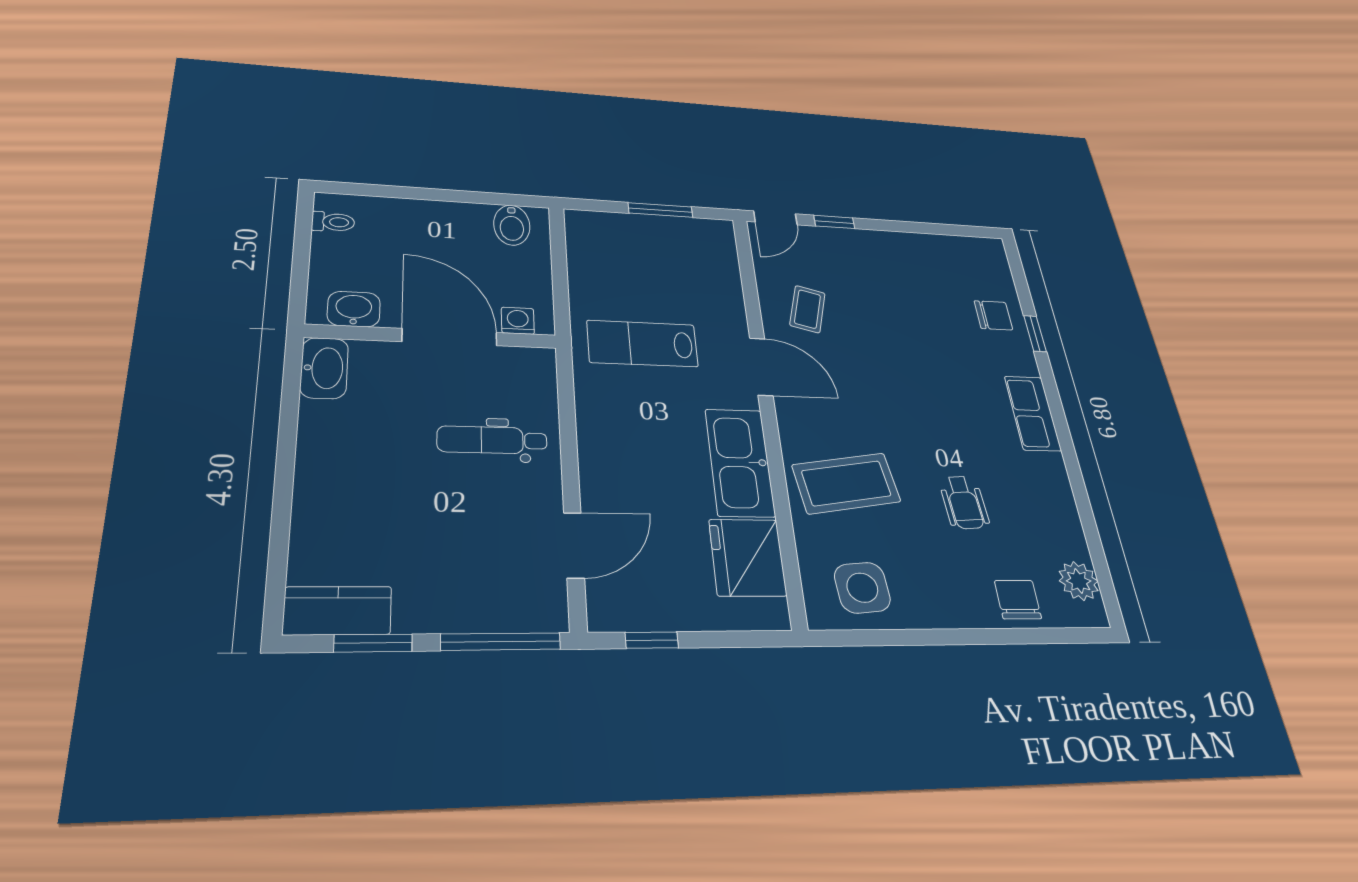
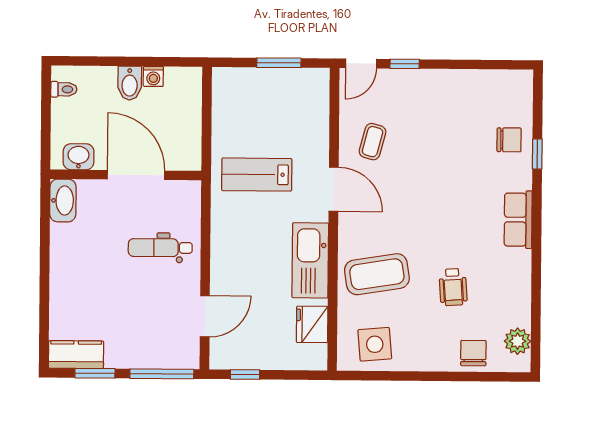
bidet: (512, 225) -> (130, 83), moved
washing machine: (518, 321) -> (153, 76), moved, turned 180
fridge: (748, 557) -> (312, 324), width x0.73, depth x0.75

